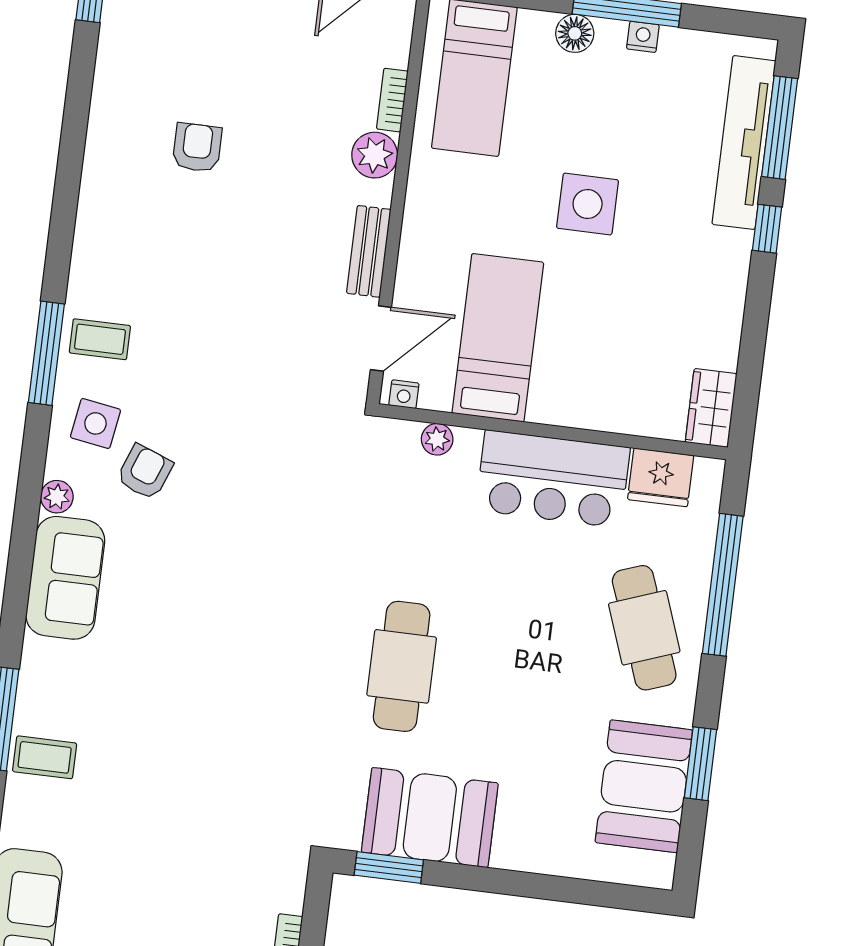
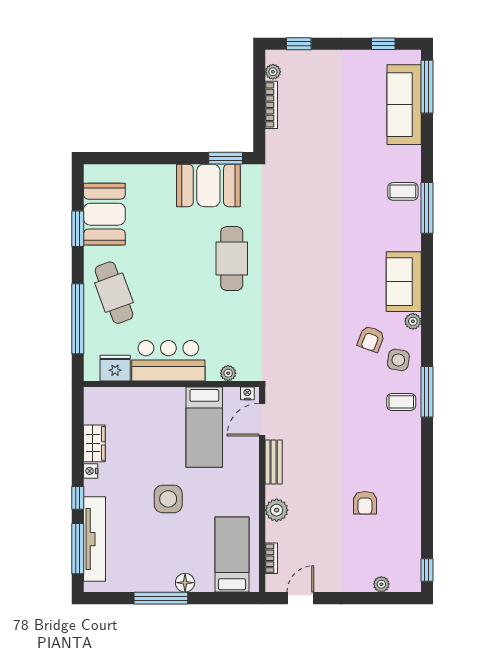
nightstand: (643, 37) -> (91, 471), moved, turned 90
bookcase: (392, 100) -> (271, 558), moved
wardrobe: (711, 408) -> (94, 443), moved

